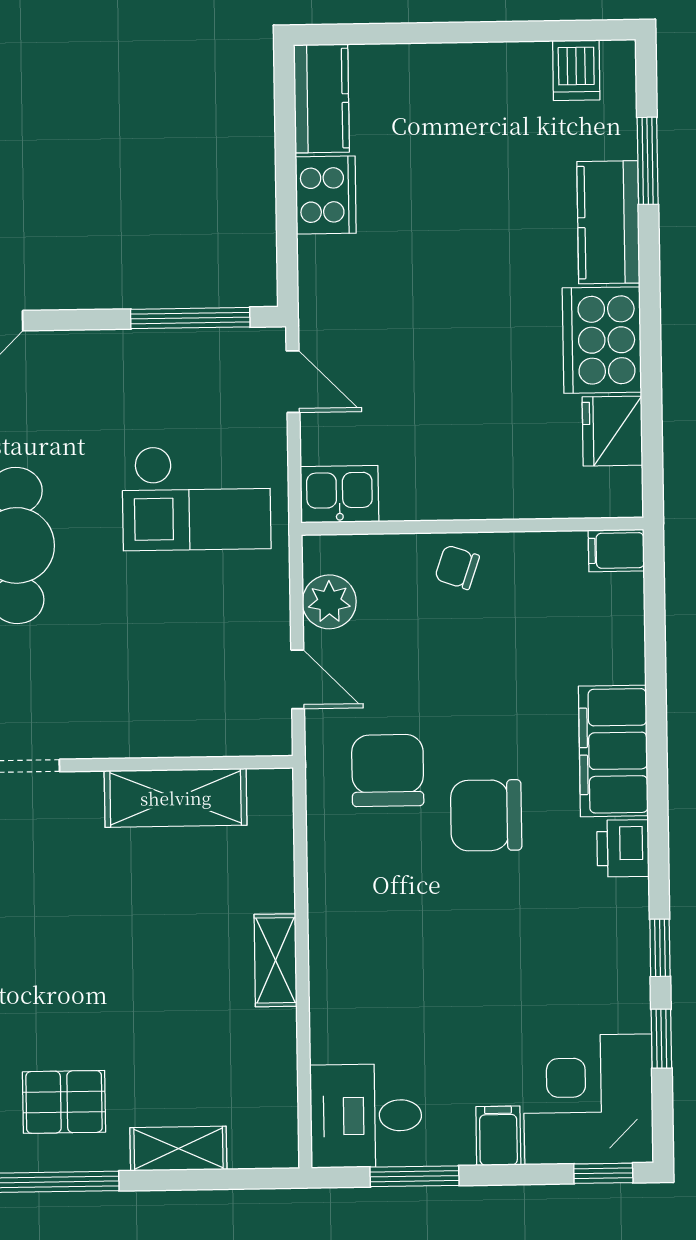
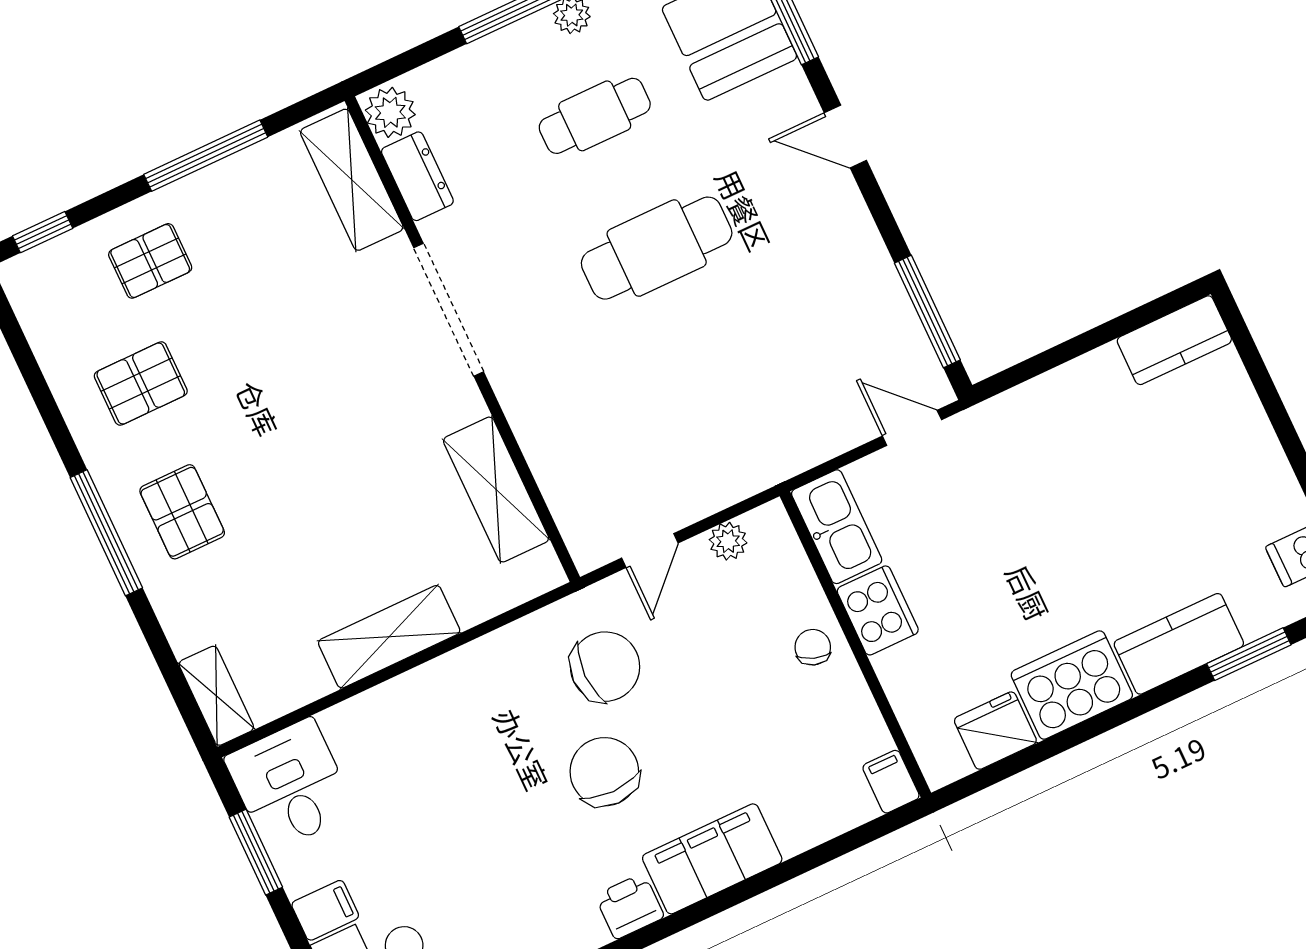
cooker: (326, 195) -> (878, 610), moved, turned -90
door: (293, 382) -> (912, 428), swing flipped
kitchen sink: (339, 494) -> (837, 527), width x1.38
checkout: (196, 498) -> (770, 388), removed
plant: (329, 602) -> (728, 541), width x0.73, depth x0.73
shelving: (275, 960) -> (389, 637), width x1.50, depth x1.33
shelving: (178, 1149) -> (216, 696), moved

